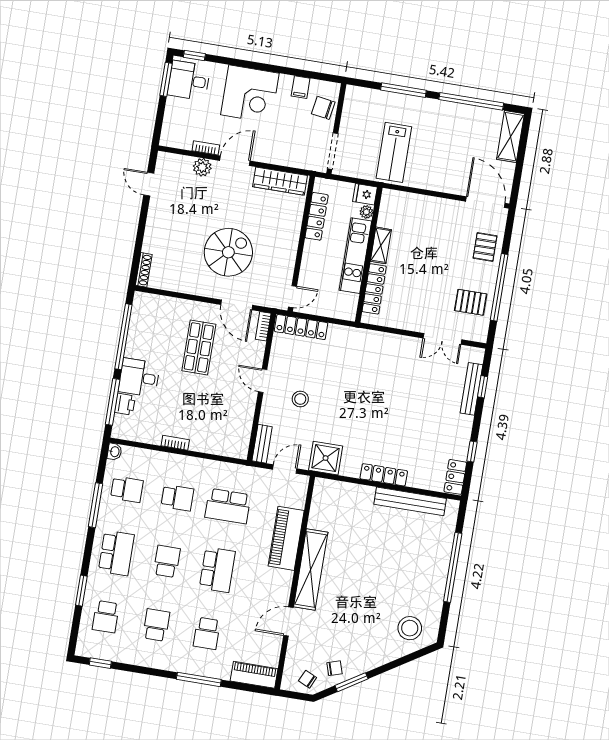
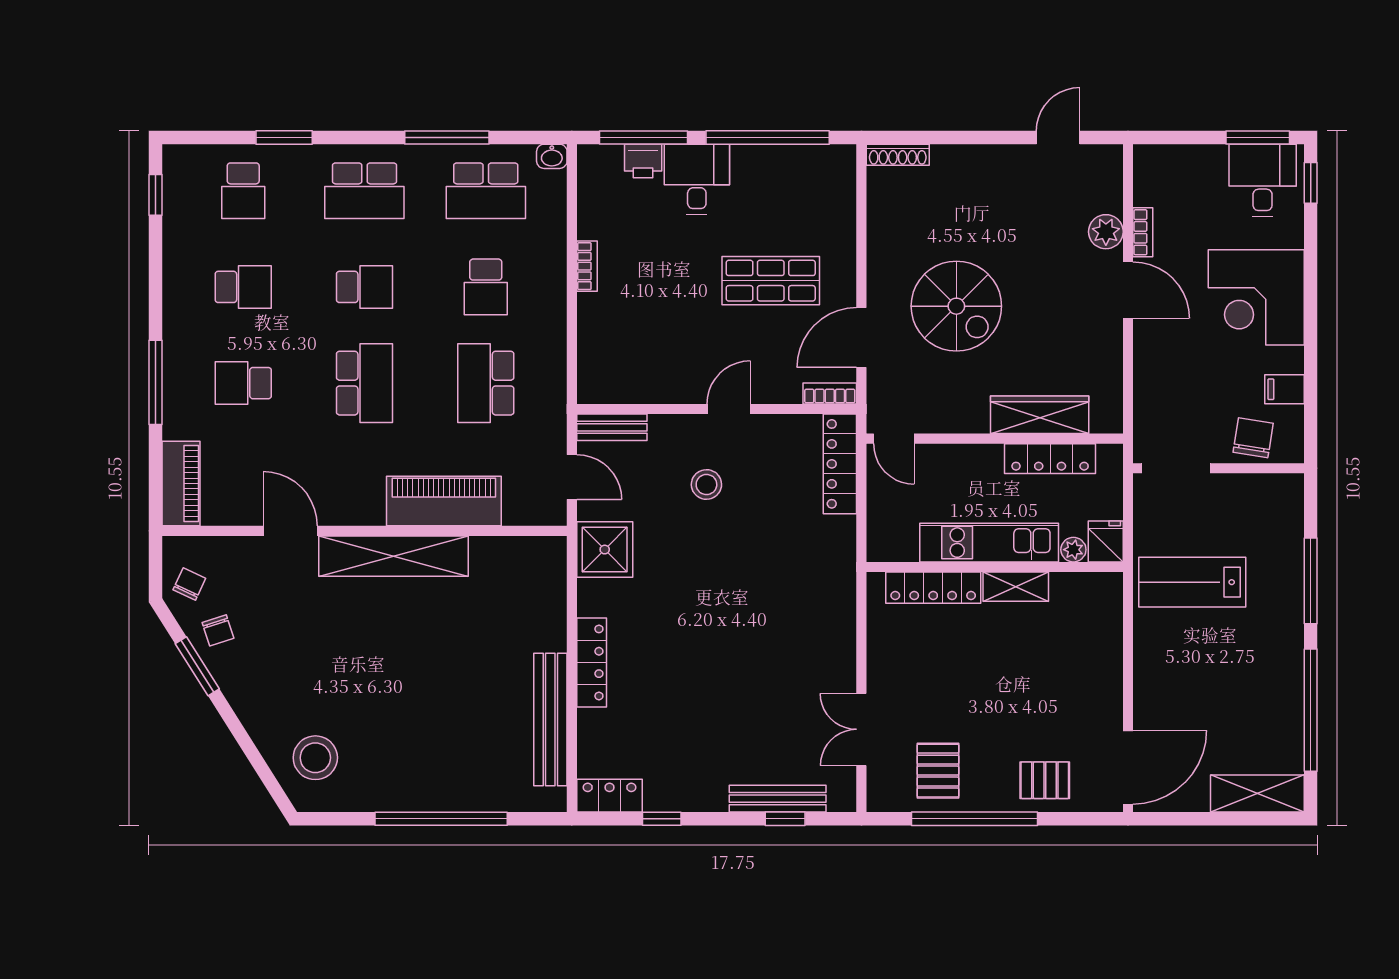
wardrobe: (280, 181) -> (1040, 415), moved, turned 90
school desk: (127, 489) -> (486, 191), width x1.85
school desk: (217, 570) -> (364, 383), turned -90
school desk: (106, 617) -> (243, 191), turned -90

